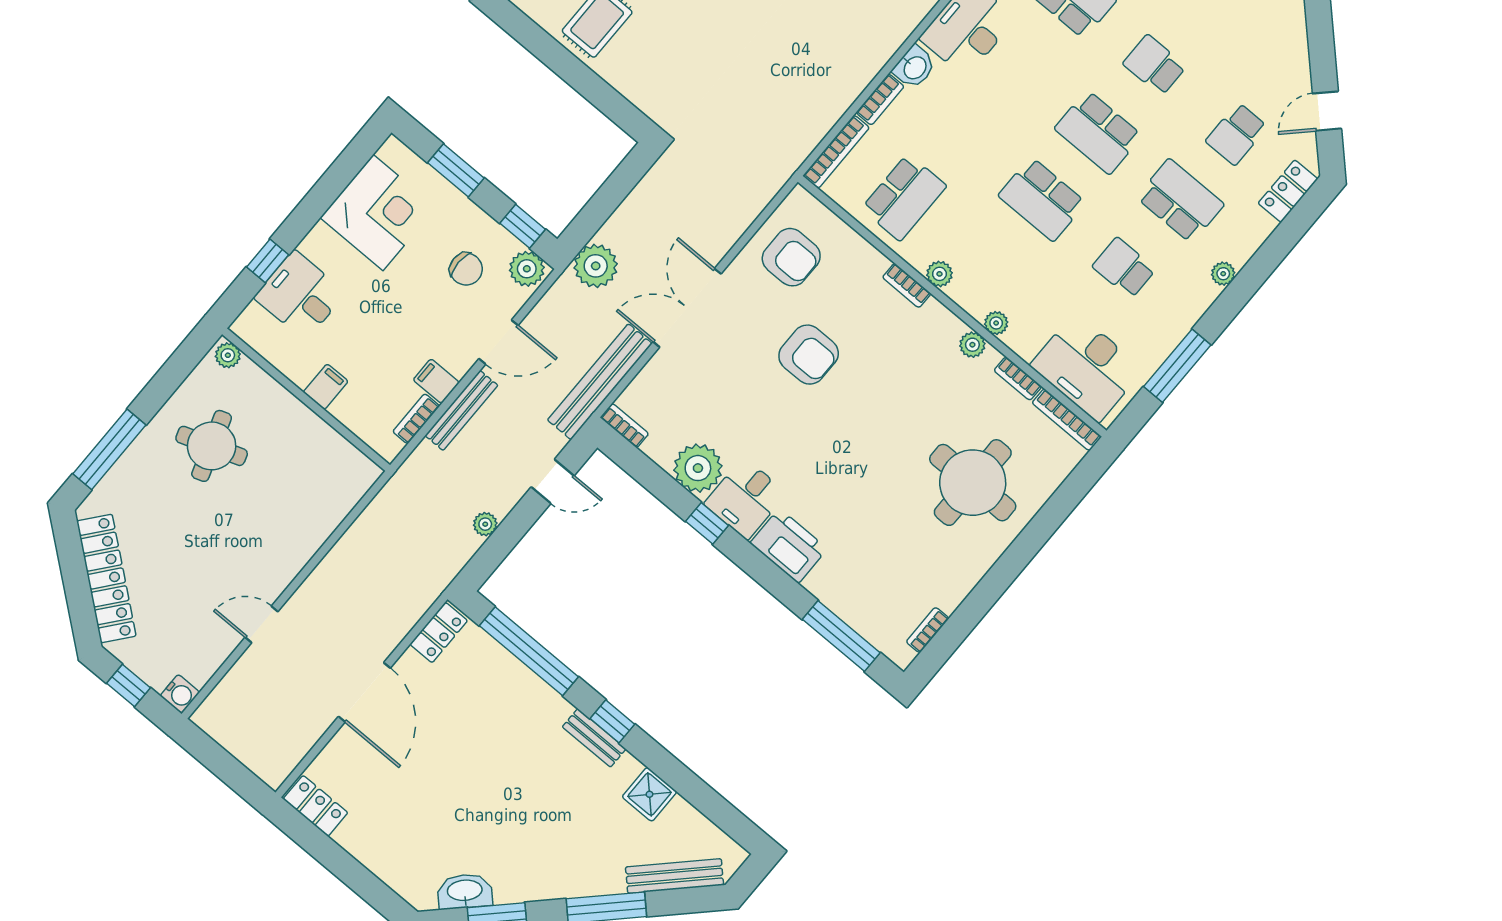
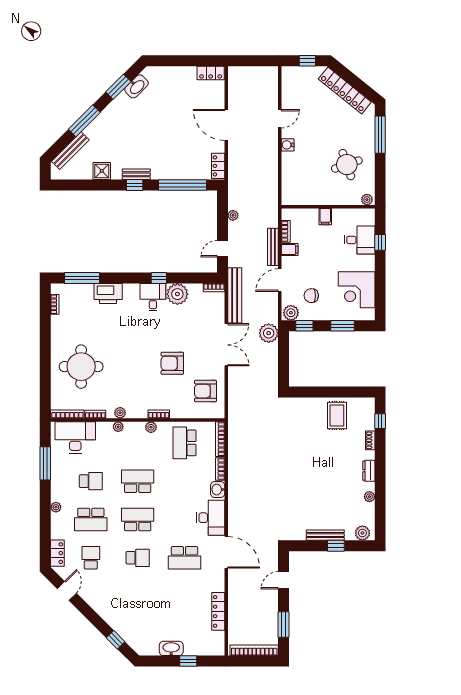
printer: (789, 546) -> (108, 293), moved
water cooler: (180, 694) -> (288, 145), moved

